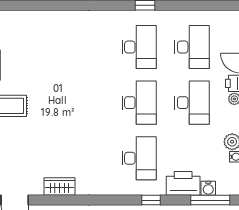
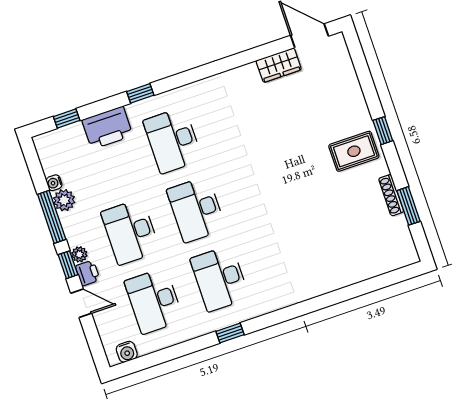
wardrobe: (59, 186) -> (279, 65), moved
water cooler: (208, 188) -> (127, 352), moved, turned 180
window: (210, 200) -> (67, 118), width x0.46

